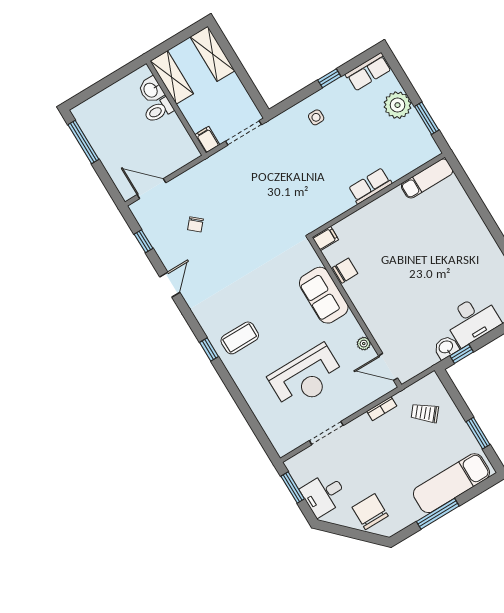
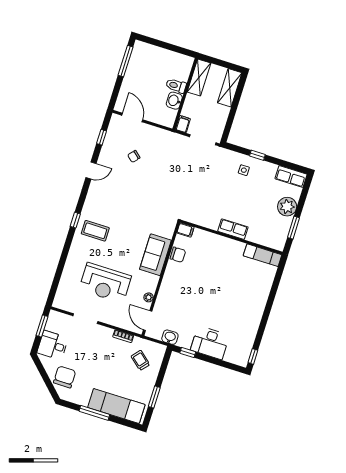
window: (329, 78) -> (257, 155), moved
washbasin: (151, 90) -> (174, 101), moved
washbasin: (446, 347) -> (170, 337), moved

